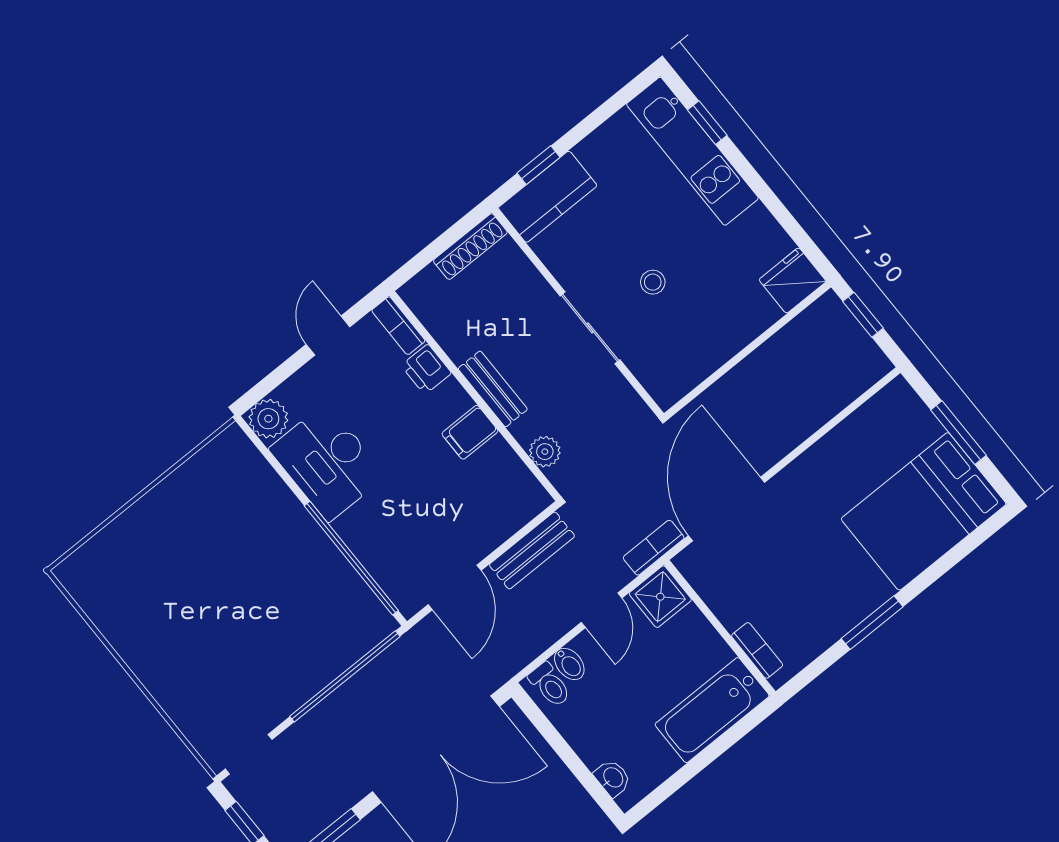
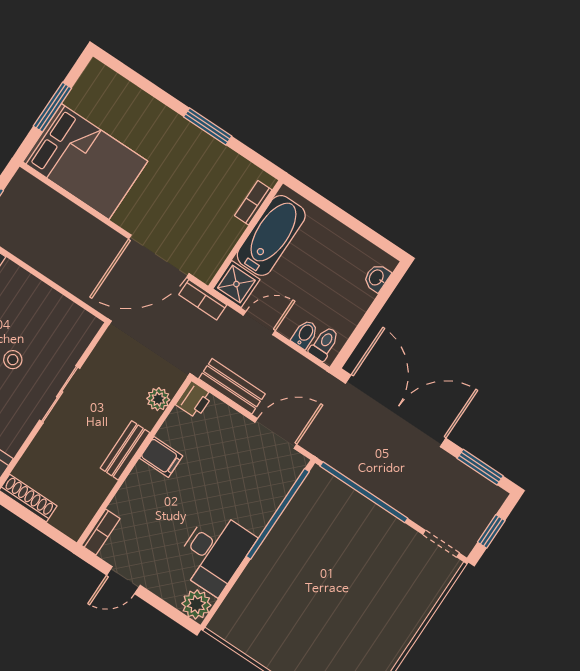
printer: (426, 369) -> (194, 400), moved
bed: (924, 511) -> (85, 162), moved
bathtub: (712, 710) -> (271, 235), moved, turned -90

